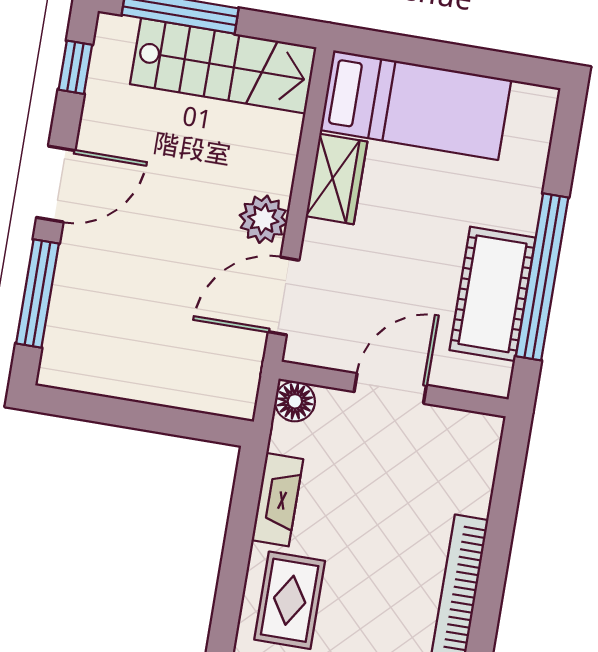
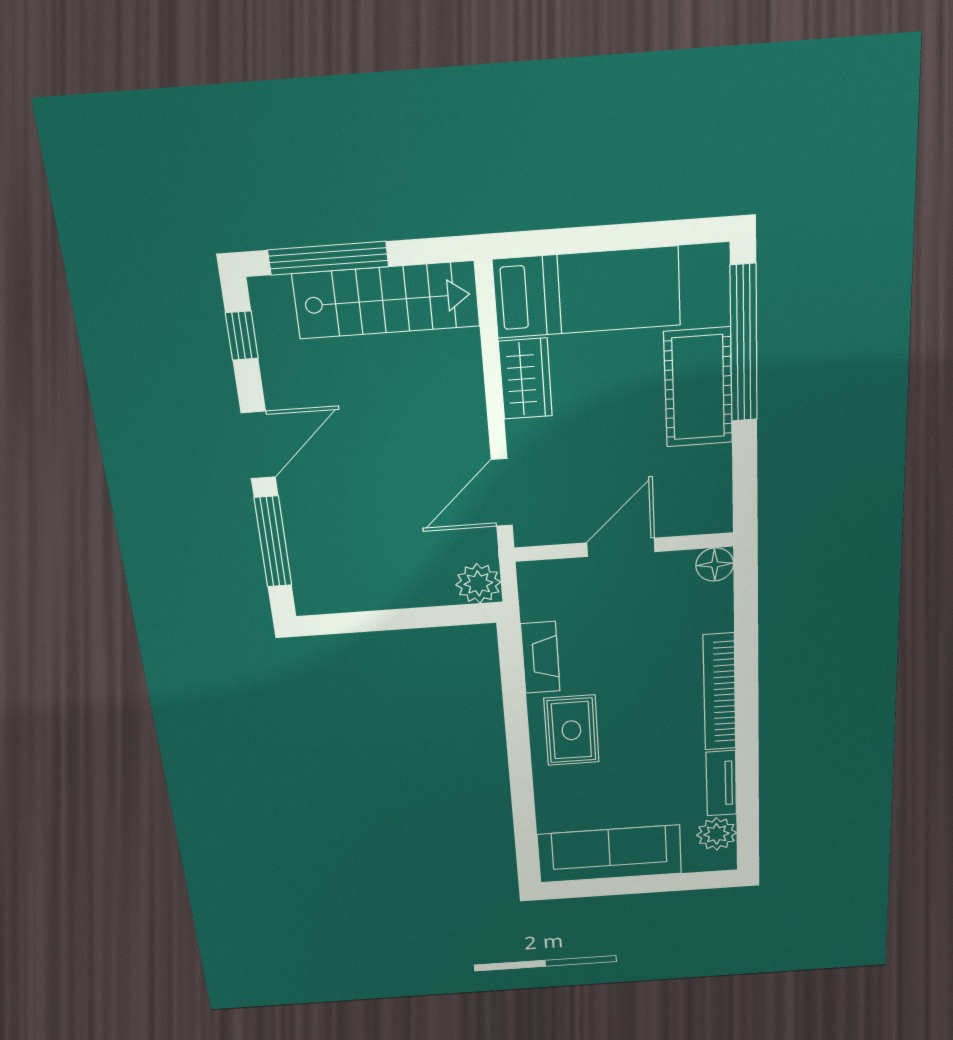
plant: (263, 219) -> (478, 583), moved
window: (542, 277) -> (744, 344), moved
cot: (493, 294) -> (698, 388), moved
floor lamp: (295, 401) -> (715, 564), moved

